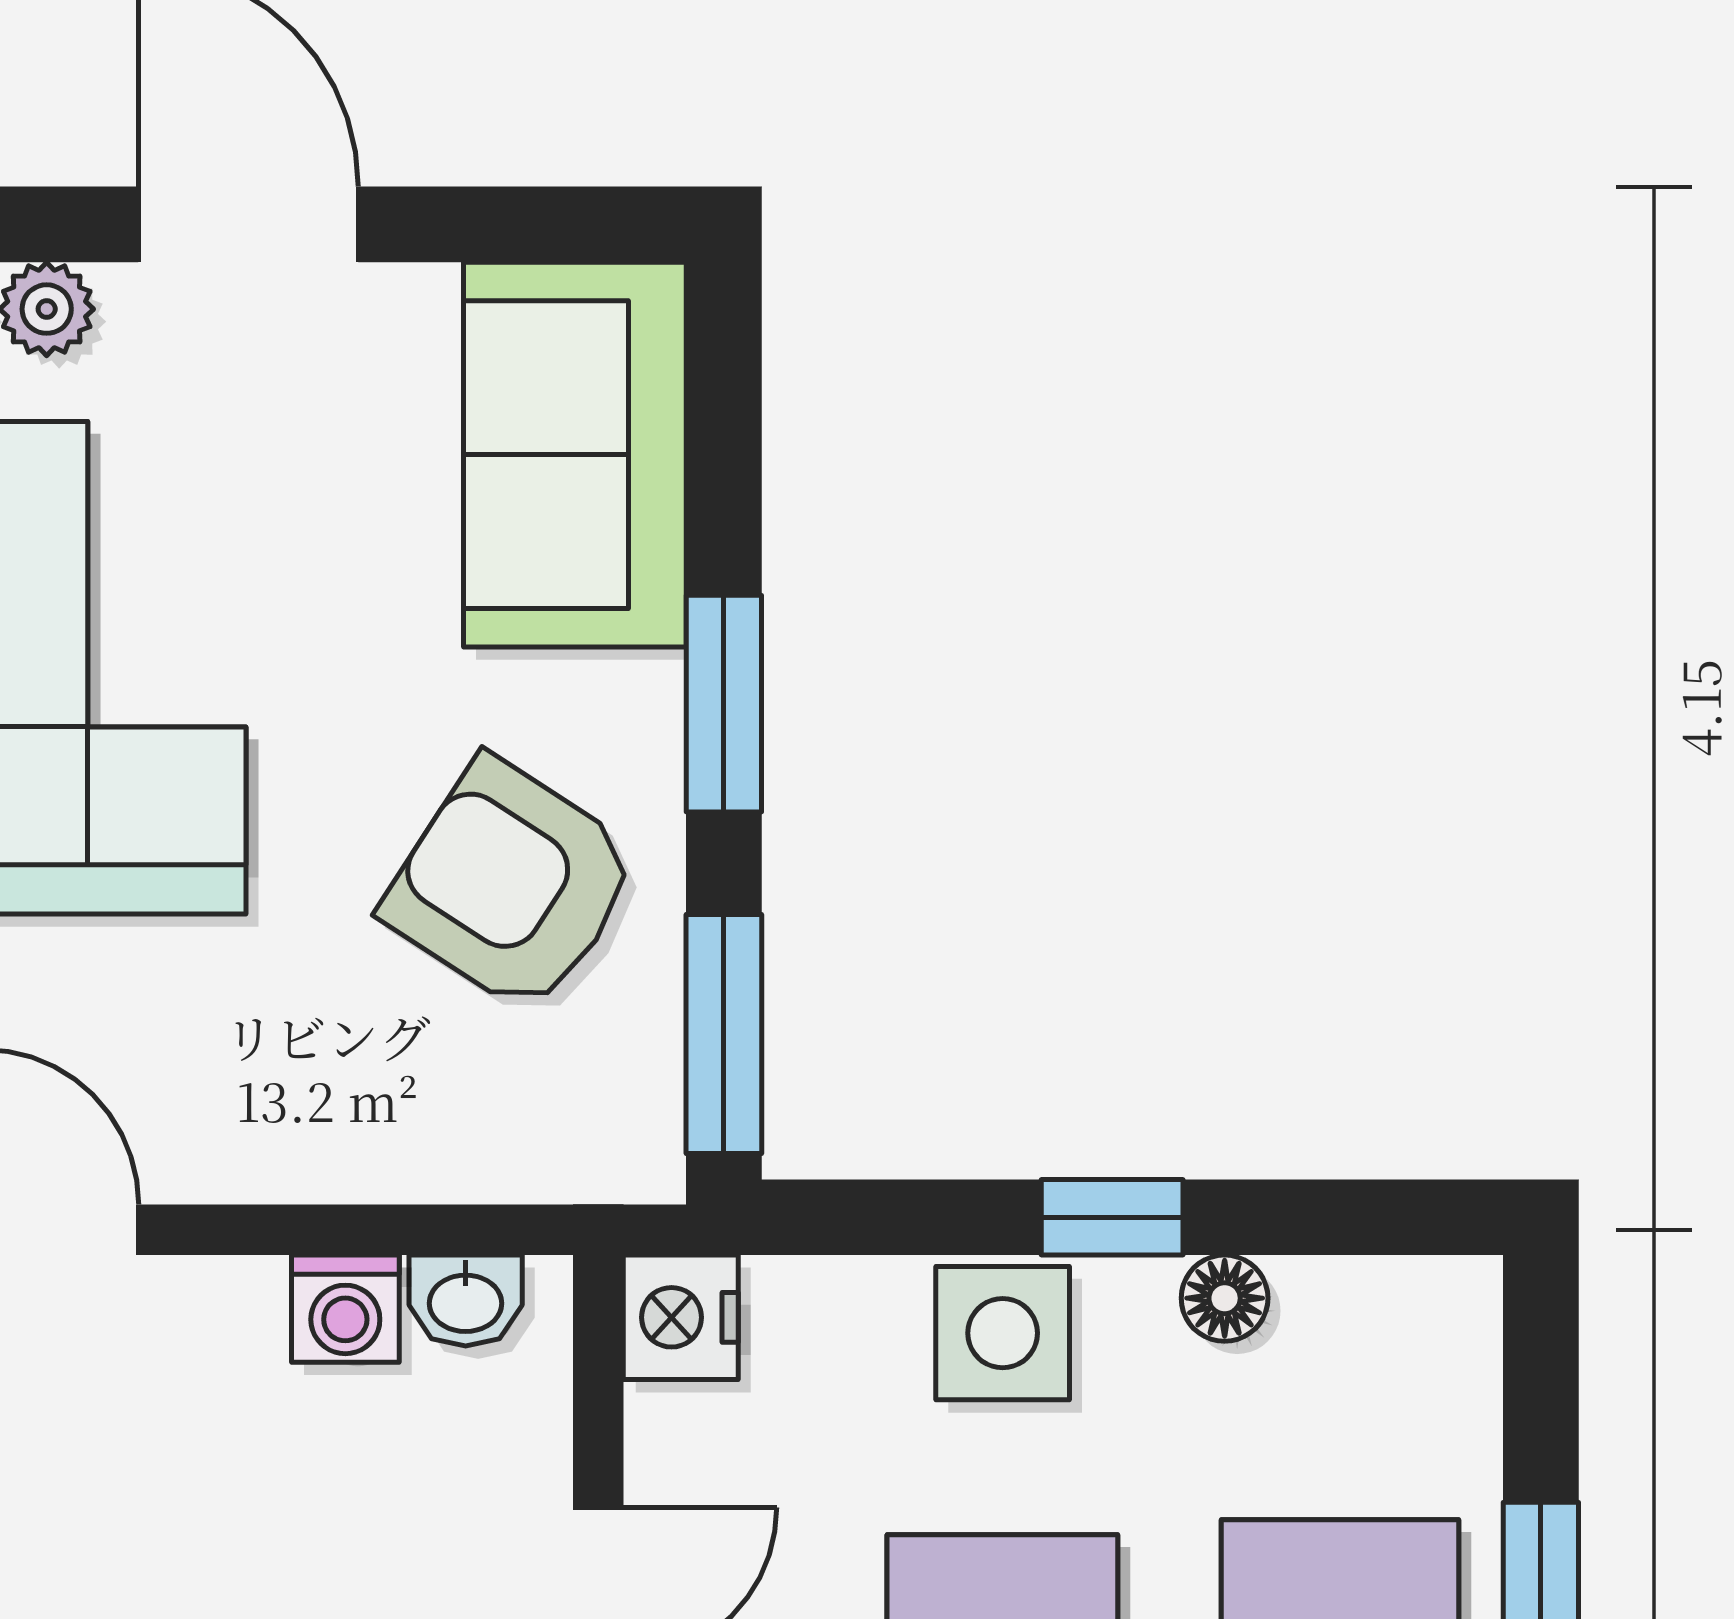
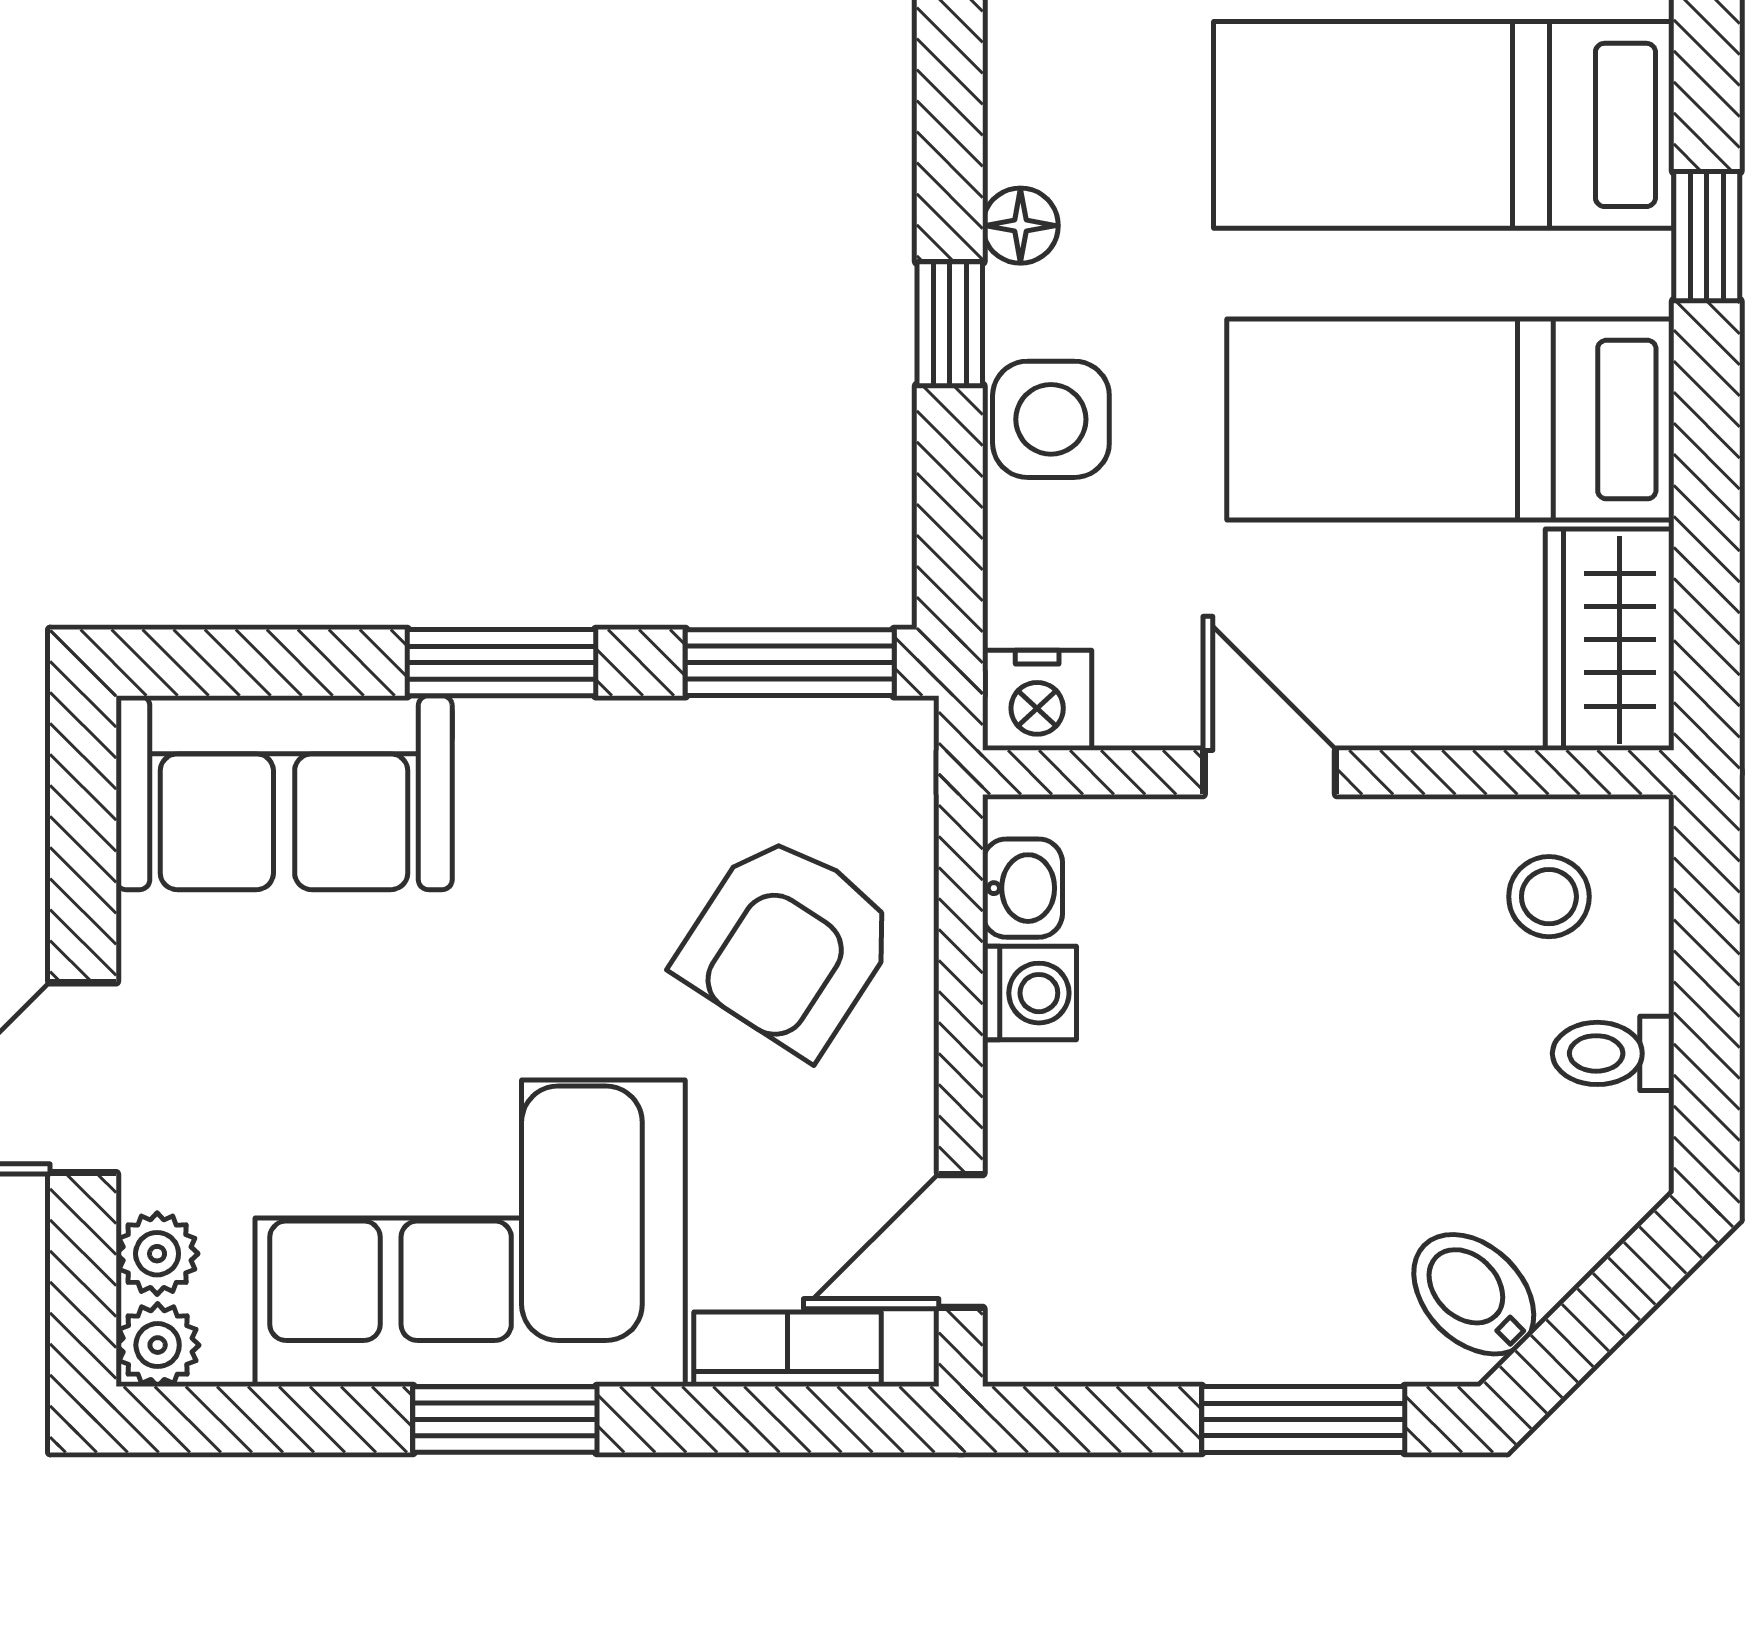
armchair: (511, 886) -> (788, 944), moved

